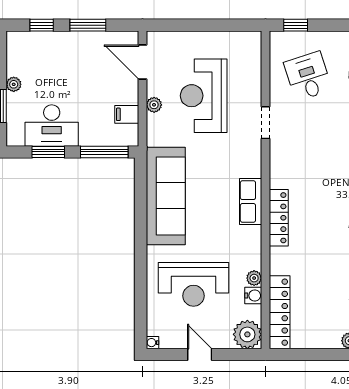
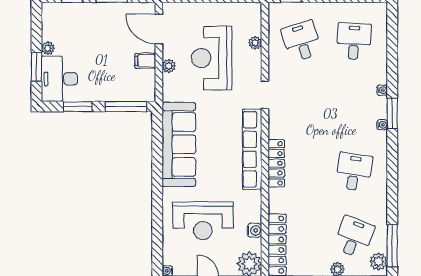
filing cabinet: (127, 114) -> (145, 61), moved
doorway: (265, 123) -> (265, 95), moved
desk: (52, 125) -> (59, 79), moved, turned 90
row of seats: (251, 202) -> (252, 149), width x2.02
plant: (254, 278) -> (255, 43), moved

